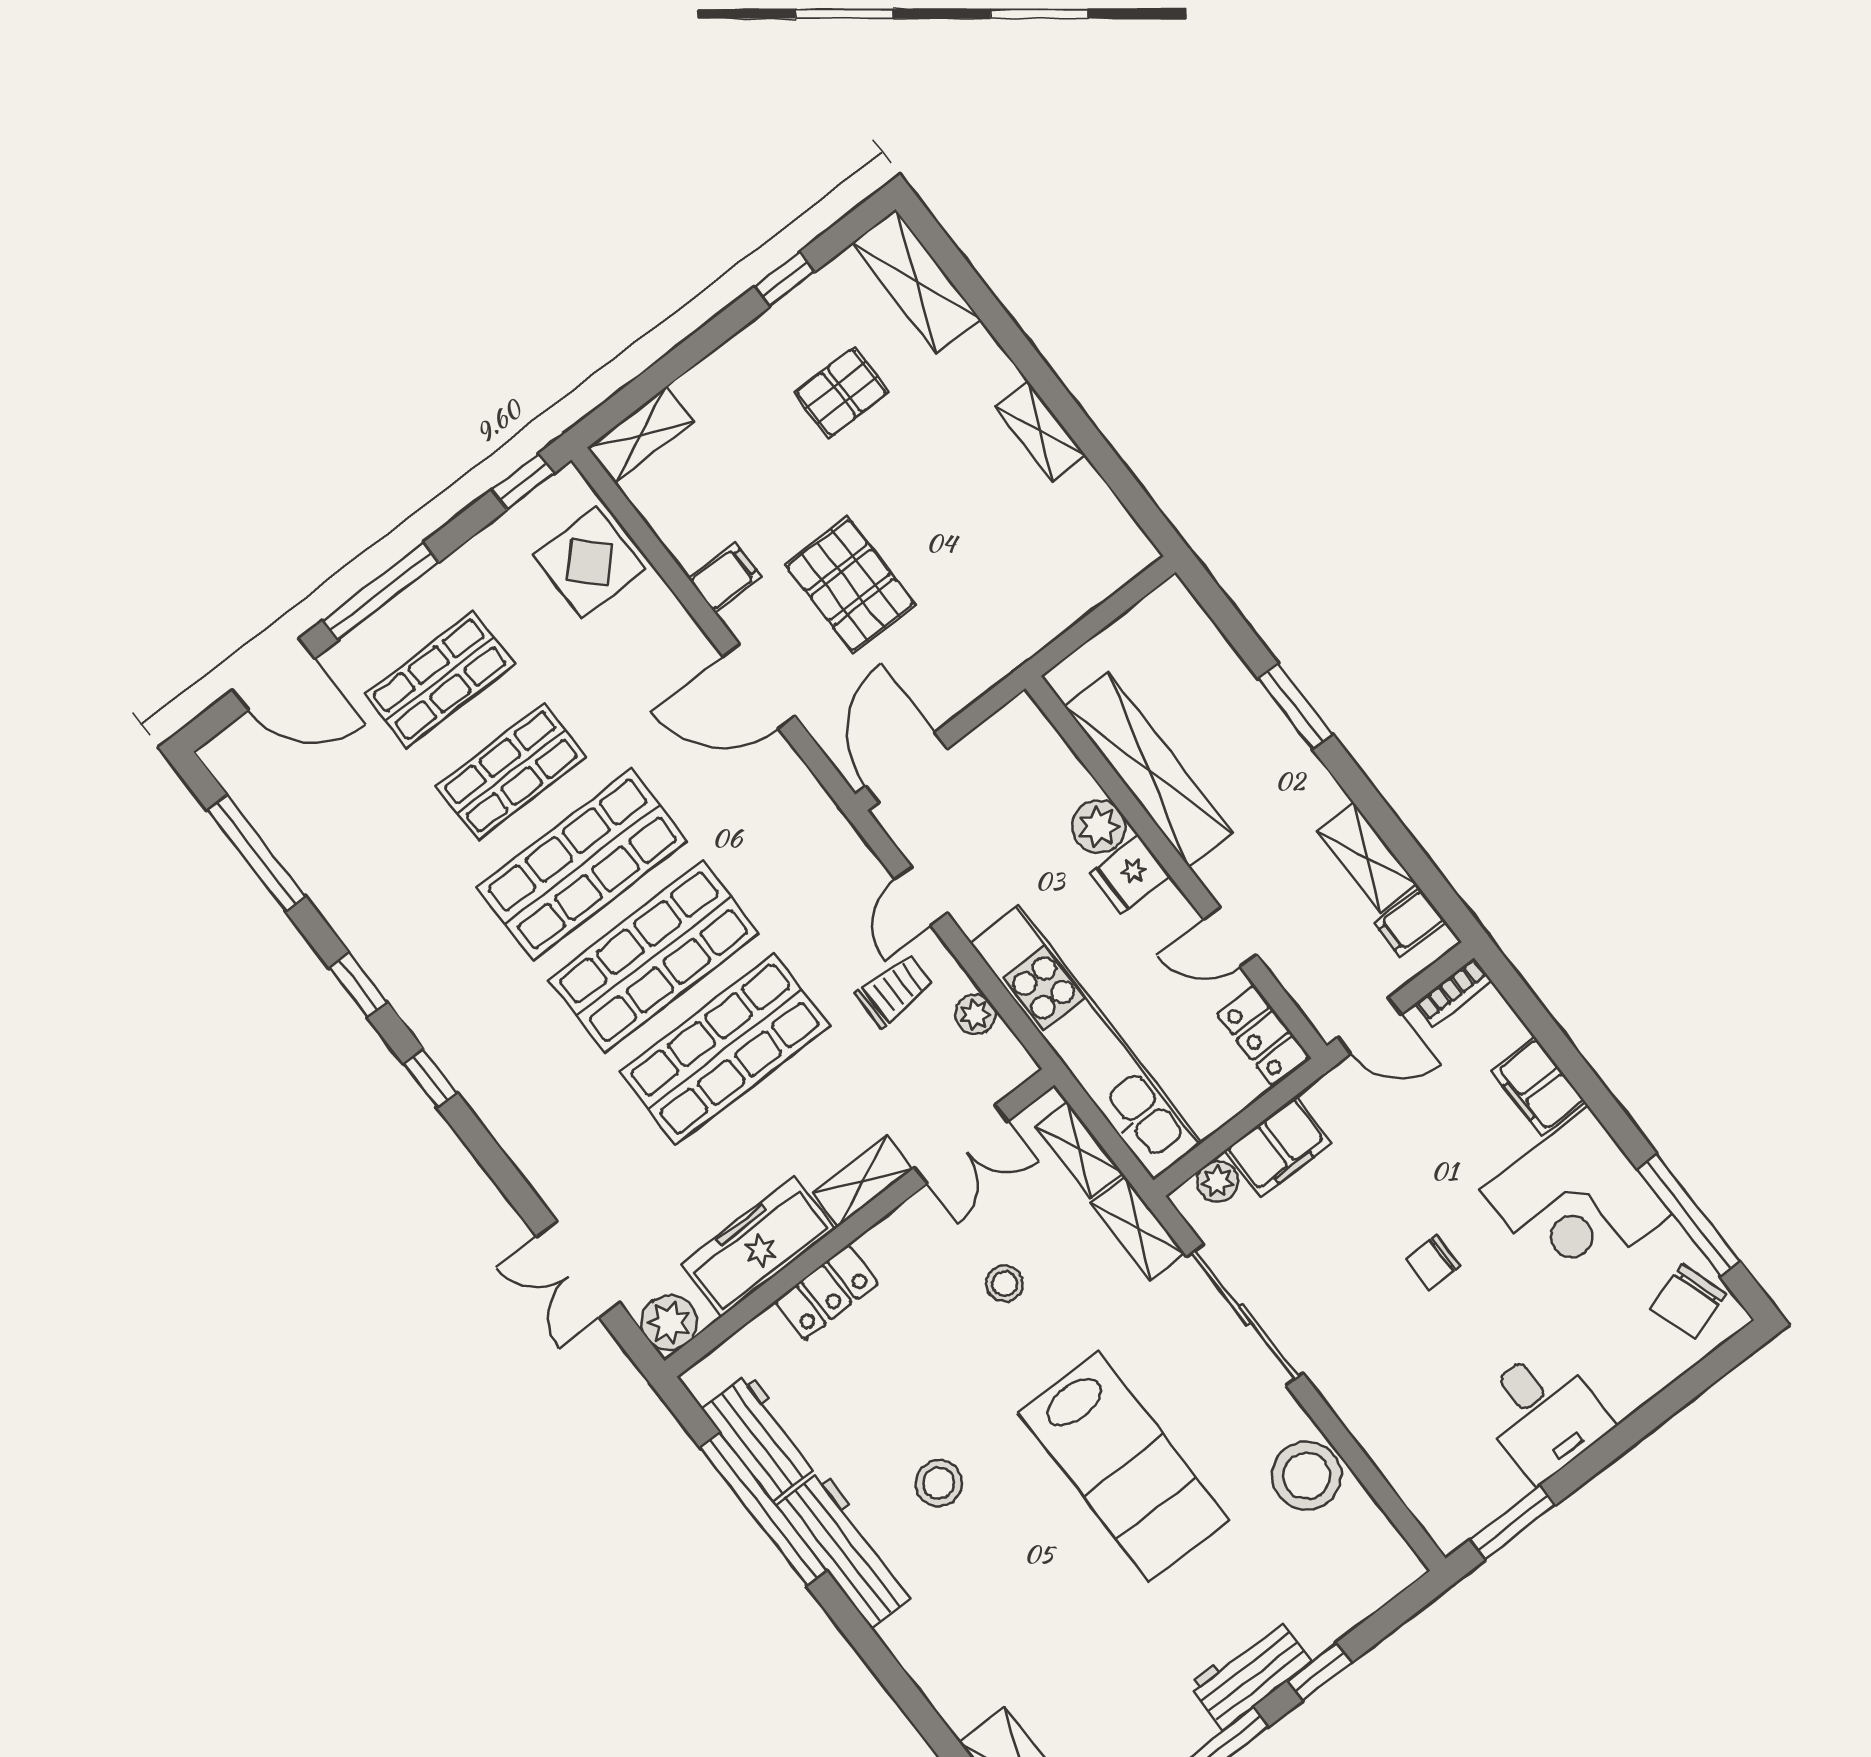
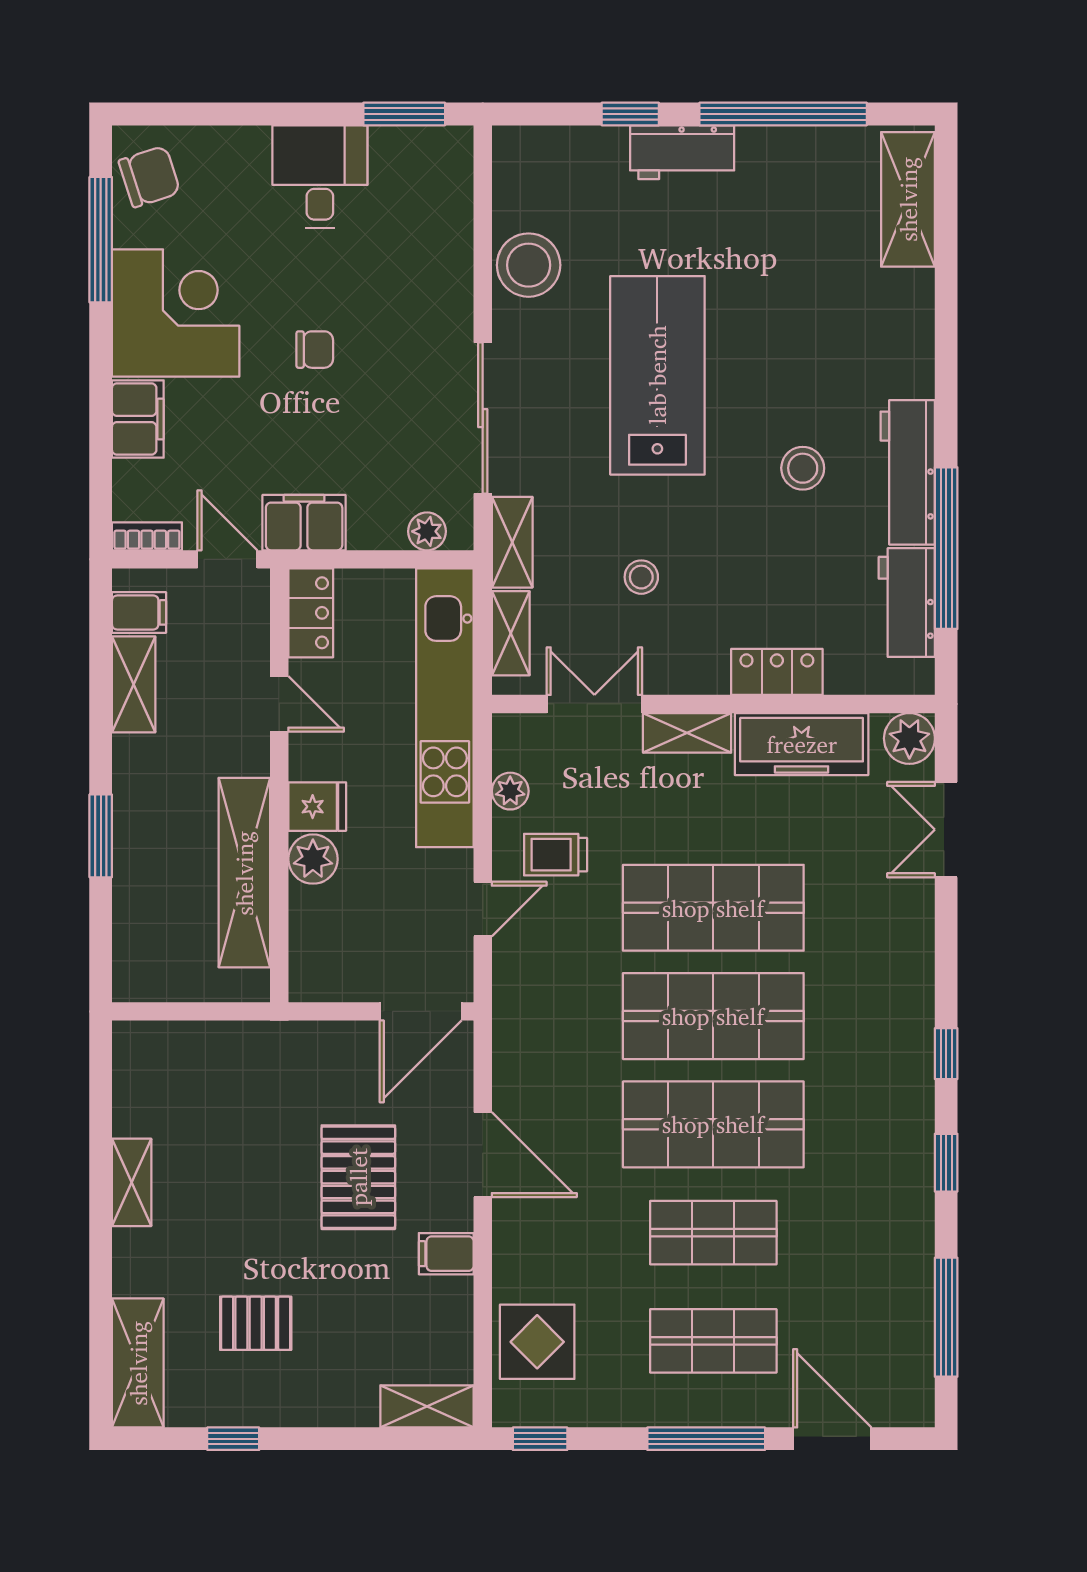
filing cabinet: (1278, 1147) -> (304, 523), moved
double door: (578, 1269) -> (946, 830), swing flipped

